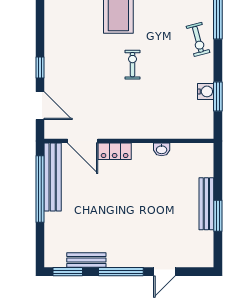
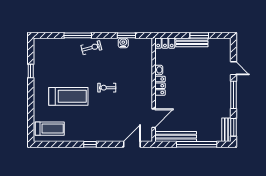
window: (40, 67) -> (90, 144), moved
locker: (115, 151) -> (160, 86), moved
locker: (205, 160) -> (165, 43), added
window: (40, 189) -> (197, 144), moved
bench: (86, 260) -> (226, 130), moved

